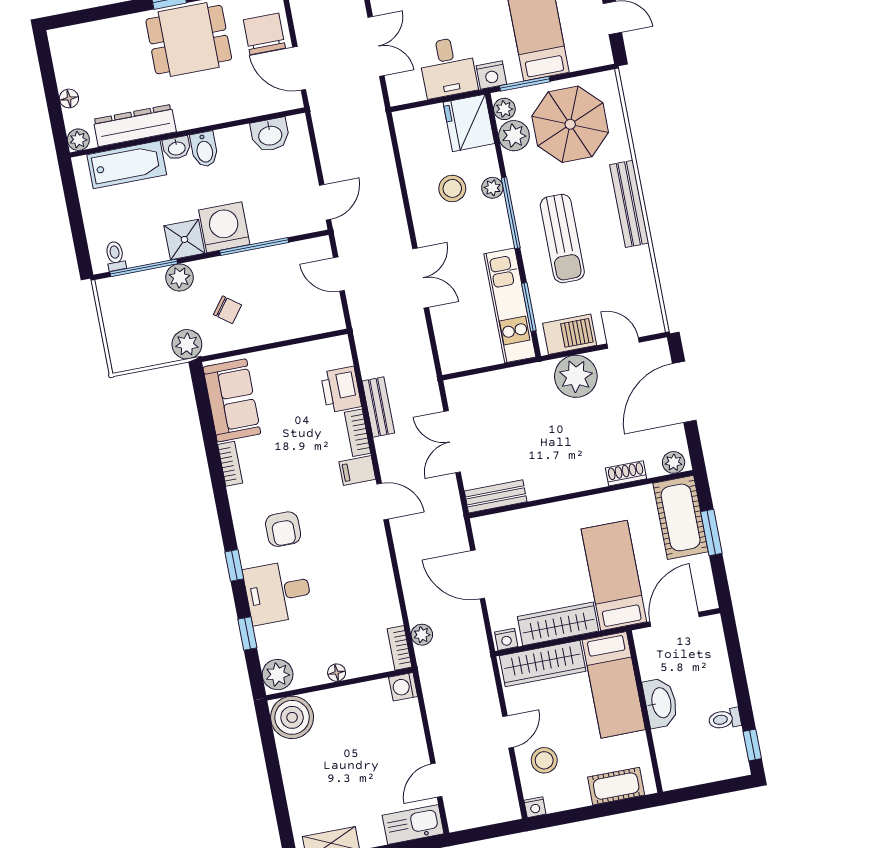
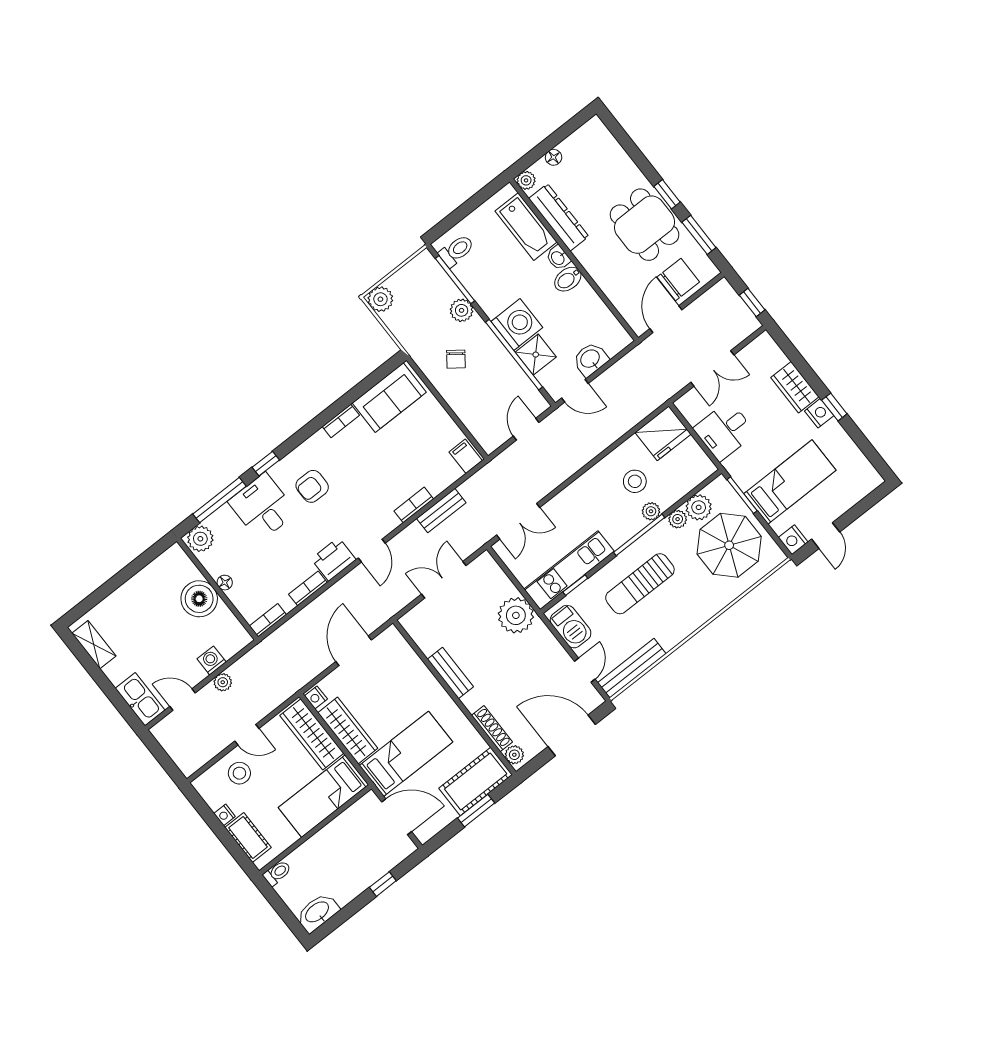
nightstand: (491, 75) -> (793, 540), moved
plant: (504, 109) -> (678, 519), moved
fridge: (469, 123) -> (663, 433), moved, turned 180
washbasin: (270, 135) -> (590, 359), moved, turned 90
bench: (629, 204) -> (632, 668), moved
shower: (184, 239) -> (536, 355), moved
window: (254, 247) -> (514, 355), width x1.46
toilet: (115, 256) -> (456, 251), width x1.37, depth x1.39
double door: (421, 278) -> (518, 521), moved
window: (529, 307) -> (575, 585), width x0.67
plant: (187, 344) -> (380, 299), moved
plant: (576, 376) -> (516, 615), moved
printer: (341, 390) -> (334, 559), moved
filing cabinet: (357, 471) -> (466, 456), moved
shoe rack: (626, 473) -> (492, 729), width x1.43
bench: (496, 496) -> (450, 673), moved
bookcase: (388, 589) -> (308, 588), added
window: (247, 634) -> (219, 500), width x2.17
plant: (422, 635) -> (223, 682), moved
washing machine: (403, 687) -> (212, 660), moved
washbasin: (661, 703) -> (317, 912), moved, turned 180
boiler: (292, 717) -> (199, 599), moved
toilet: (725, 719) -> (277, 873), moved, turned 90
window: (752, 745) -> (383, 884), moved
nightstand: (535, 807) -> (225, 815), moved

